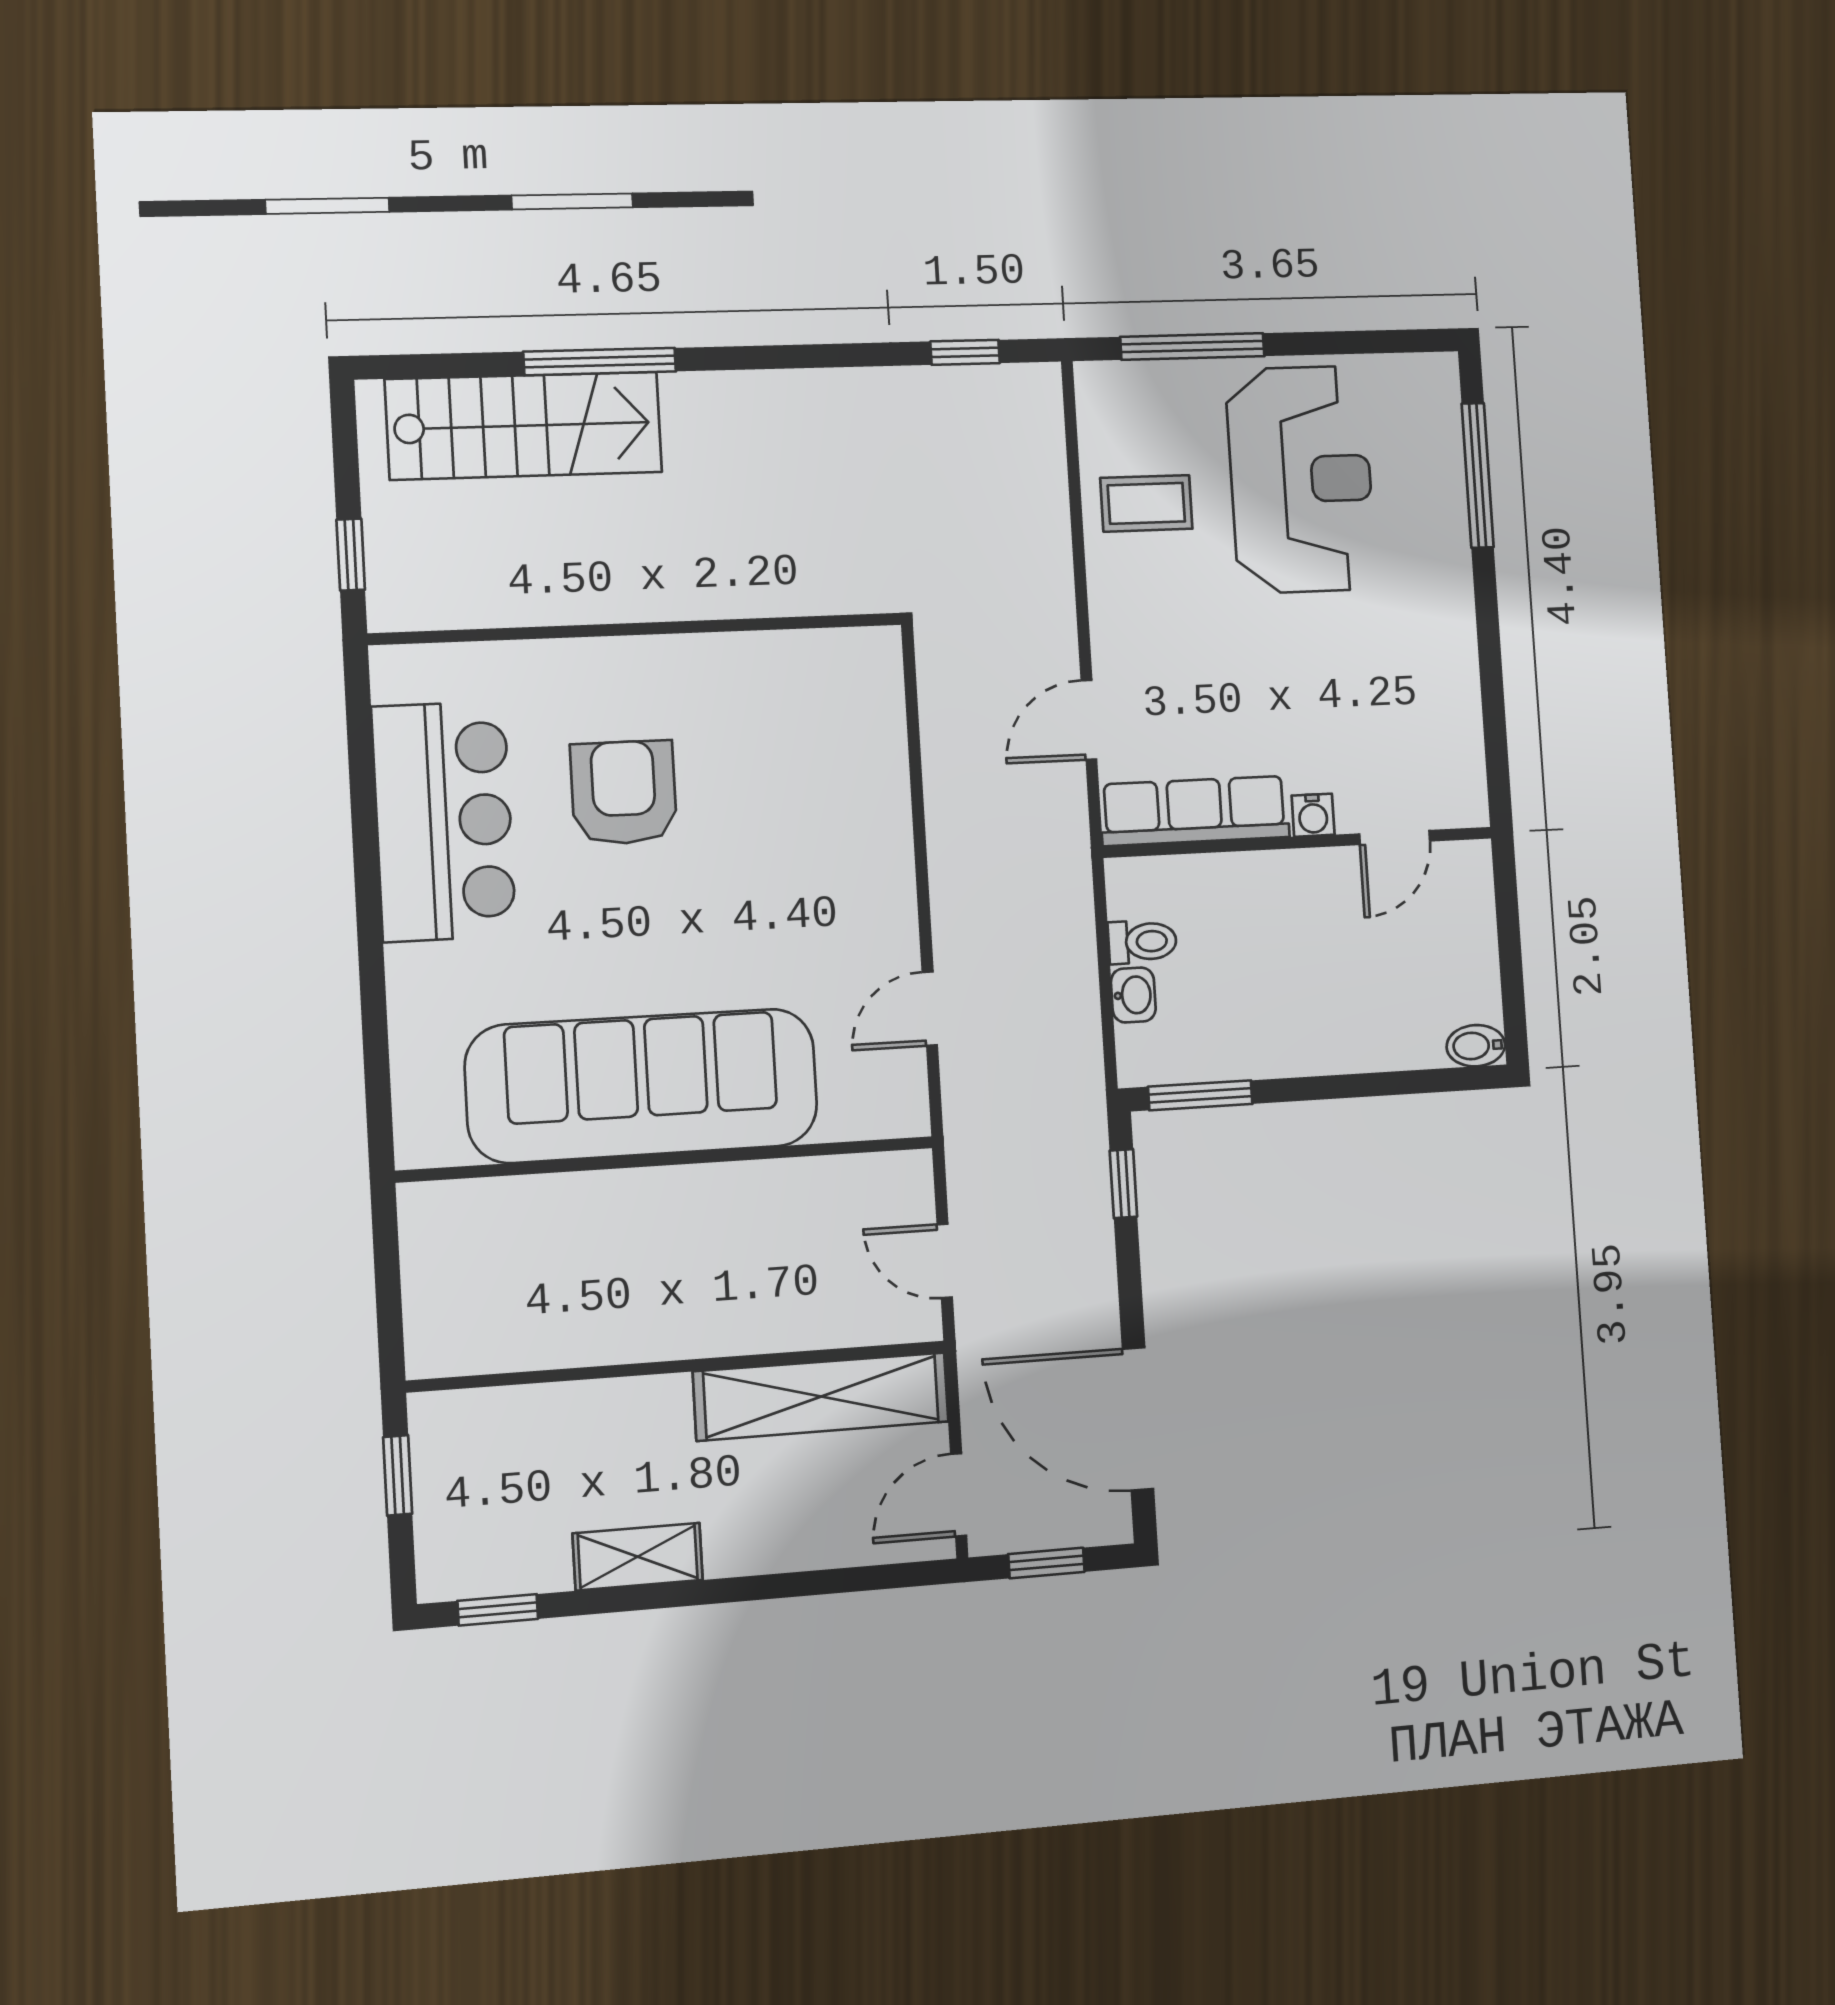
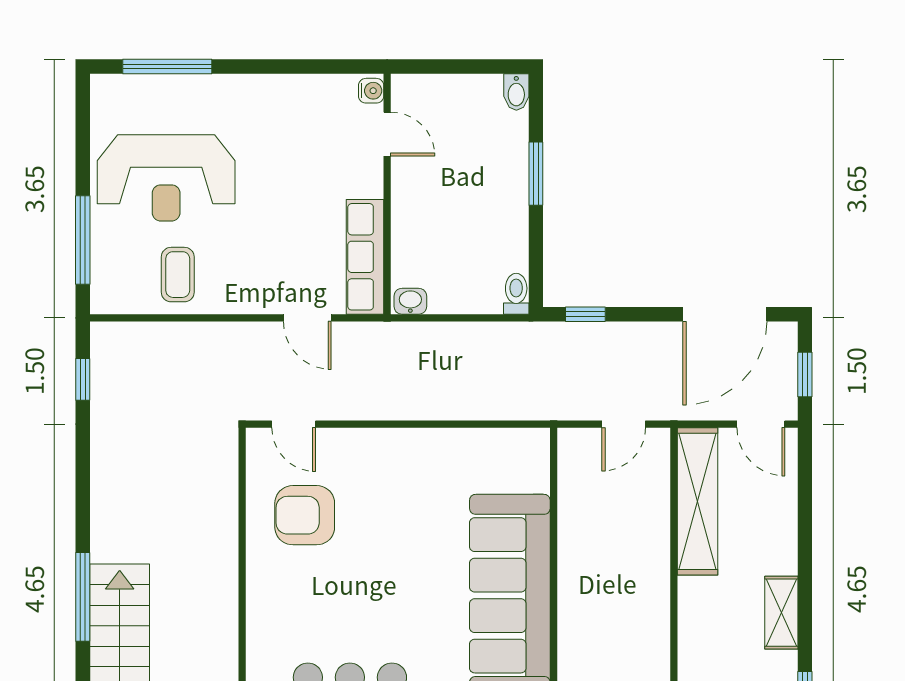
reception desk: (1301, 479) -> (166, 178), turned 180
armchair: (624, 793) -> (305, 515), moved
water cooler: (1313, 815) -> (371, 91), moved
toilet: (1142, 942) -> (516, 294), moved
washbasin: (1133, 995) -> (410, 301), moved
door: (930, 1009) -> (294, 424), moved
window: (1200, 1095) -> (536, 174), moved

